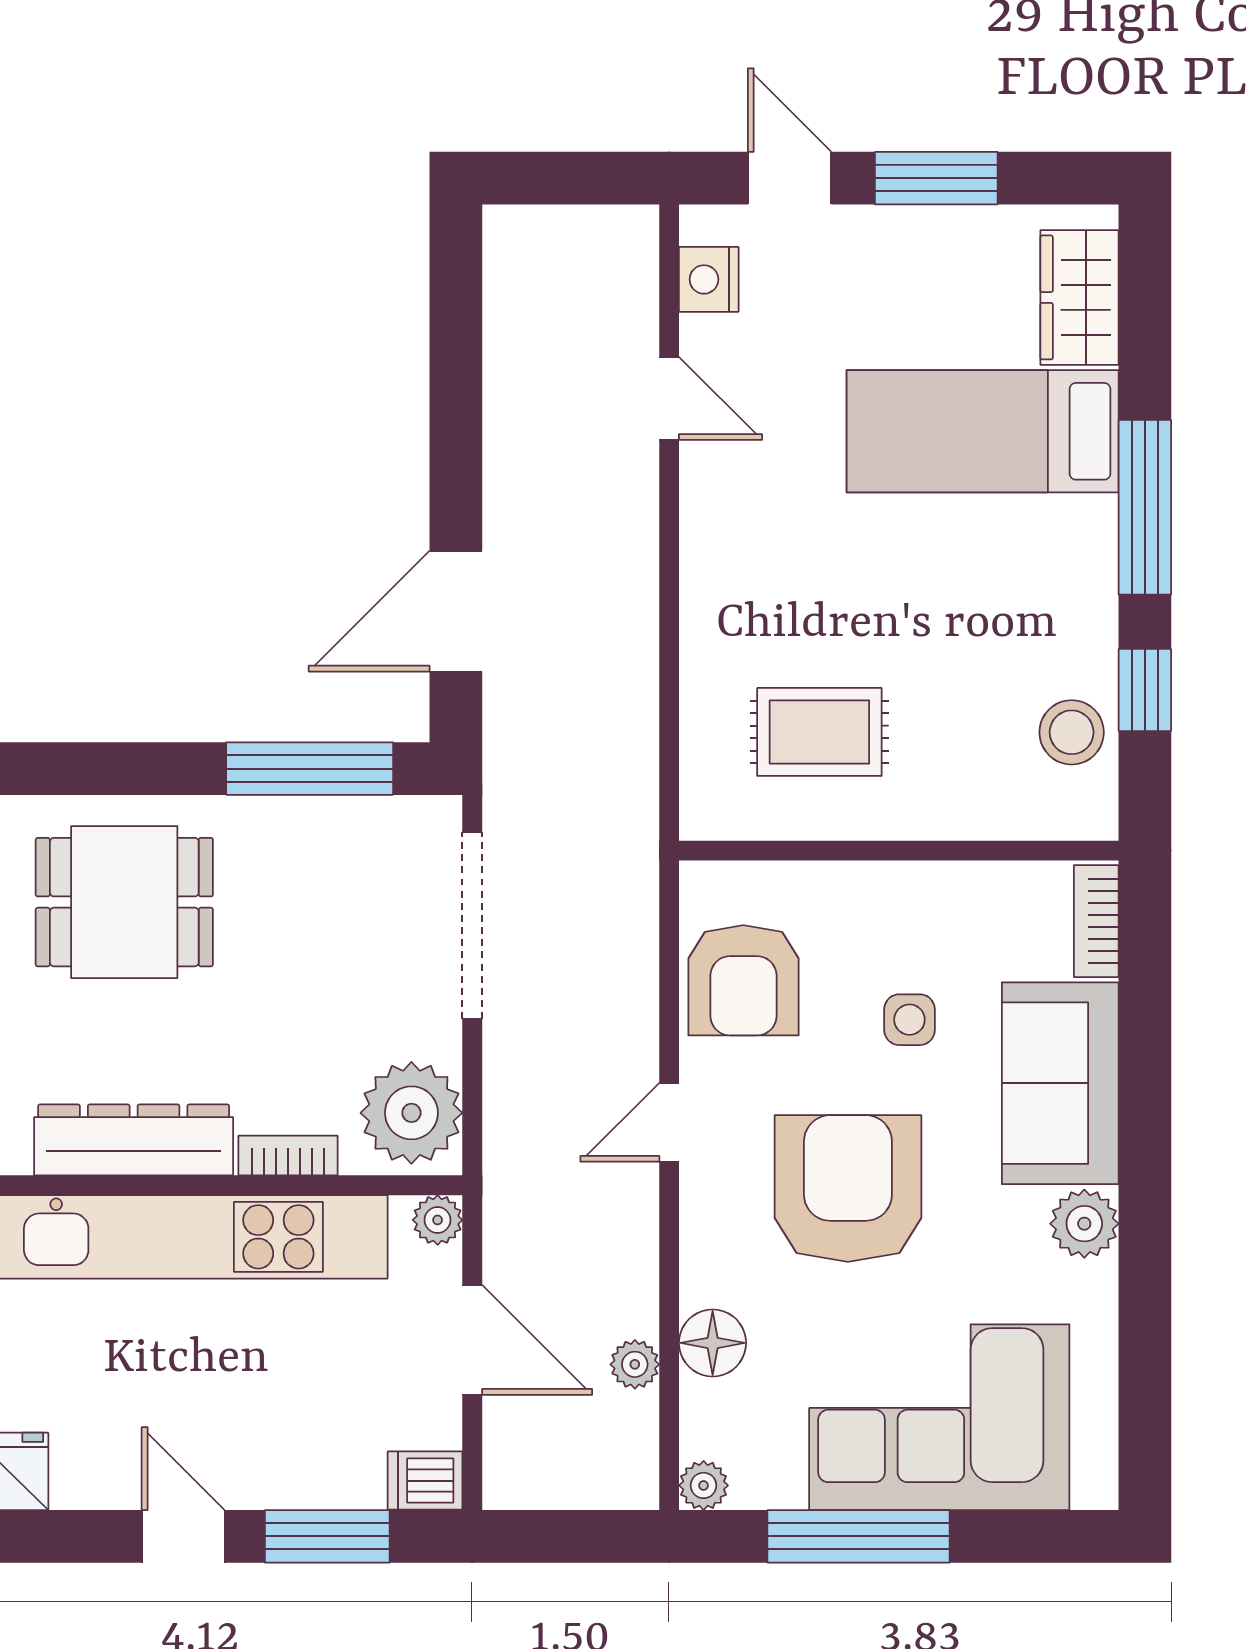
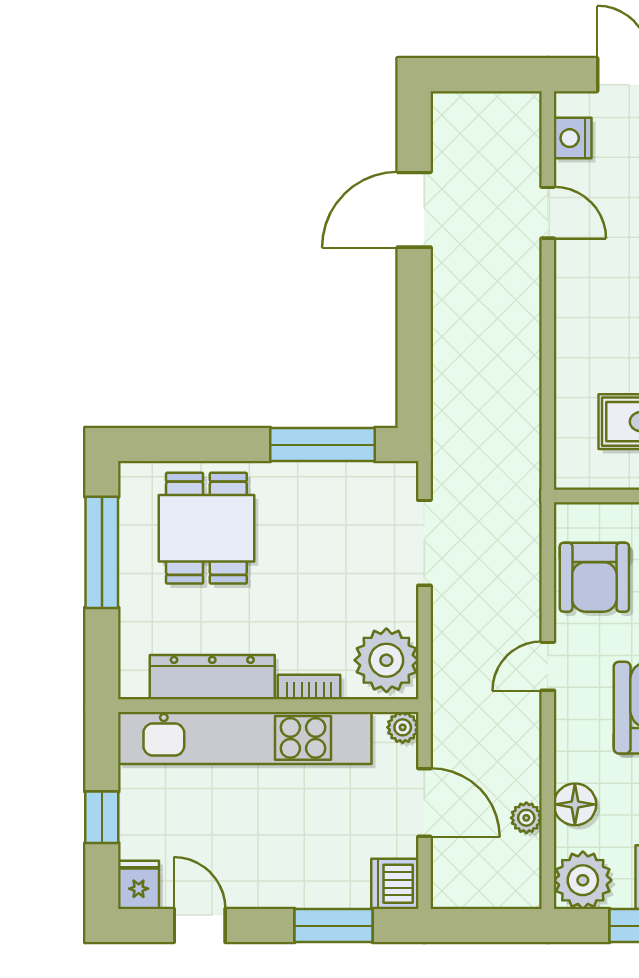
door: (456, 611) -> (414, 210), moved
dining table: (124, 902) -> (206, 528), turned 90
doorway: (472, 925) -> (424, 543), width x0.73
dishwasher: (425, 1481) -> (395, 884), width x1.38
plant: (704, 1485) -> (583, 880), width x1.87, depth x1.87
door: (183, 1536) -> (200, 926), moved

